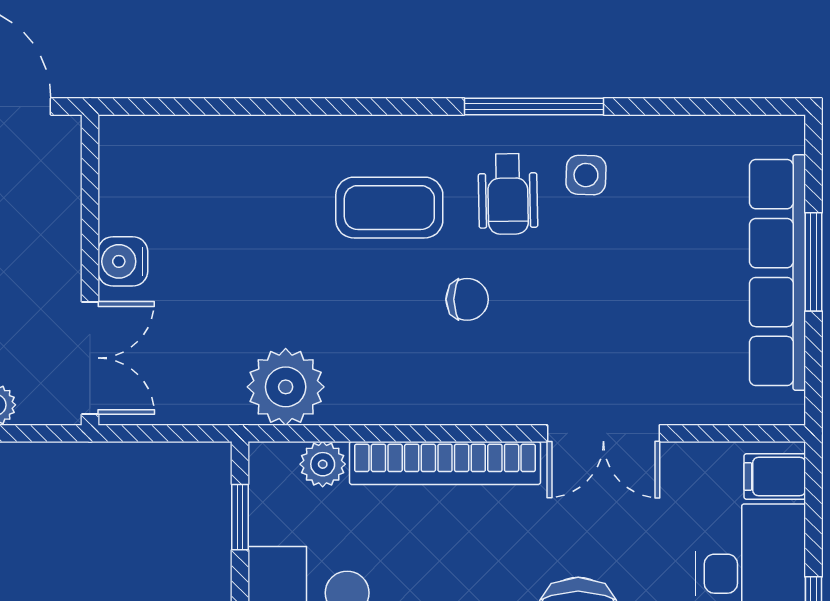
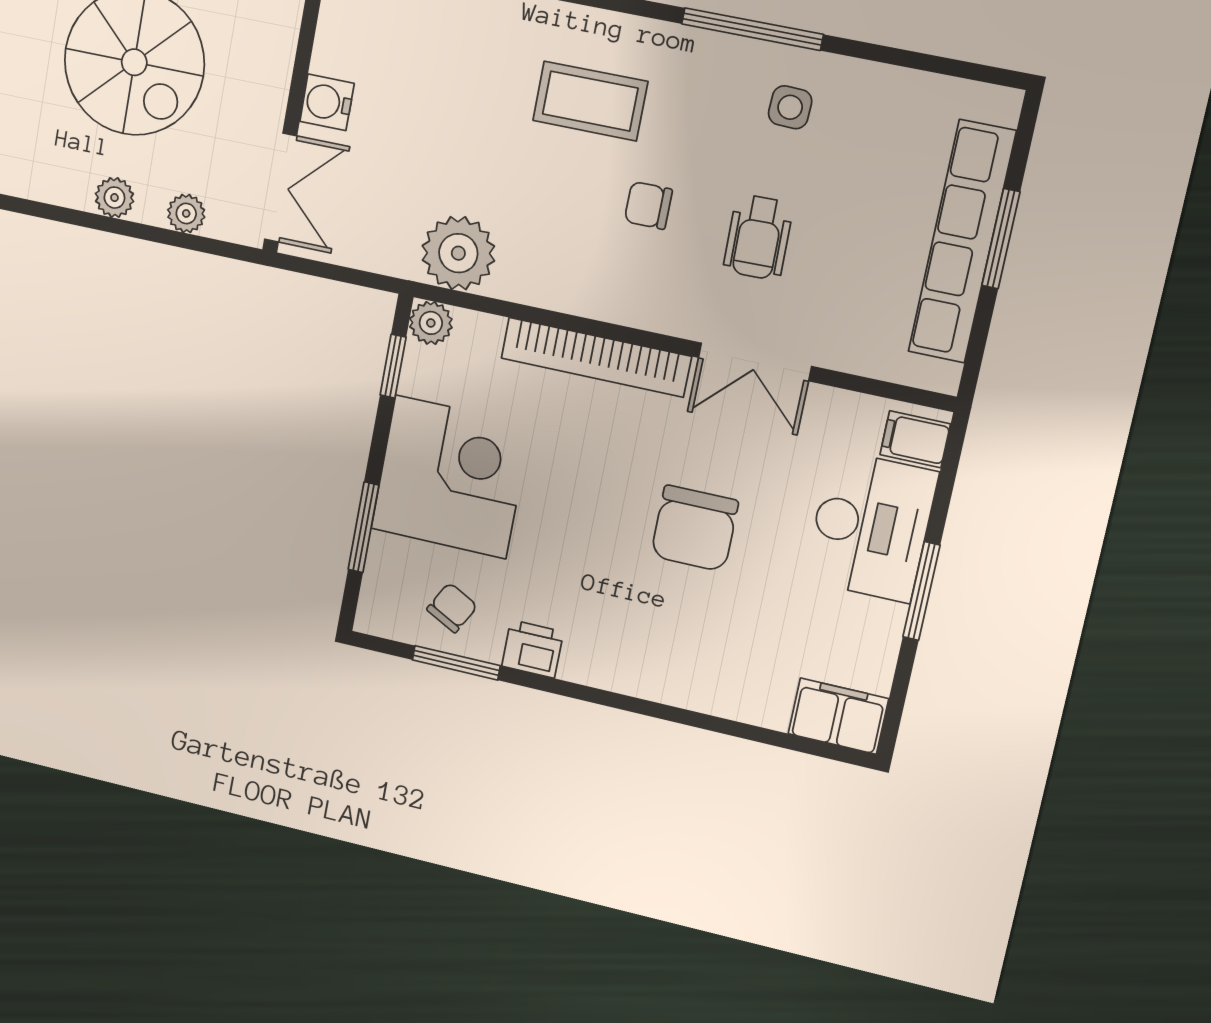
wheelchair: (508, 194) -> (758, 237), moved
chair: (467, 299) -> (648, 205), turned 180
plant: (323, 464) -> (431, 323), moved

